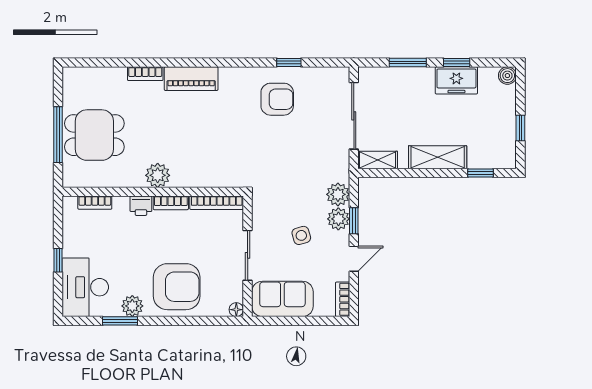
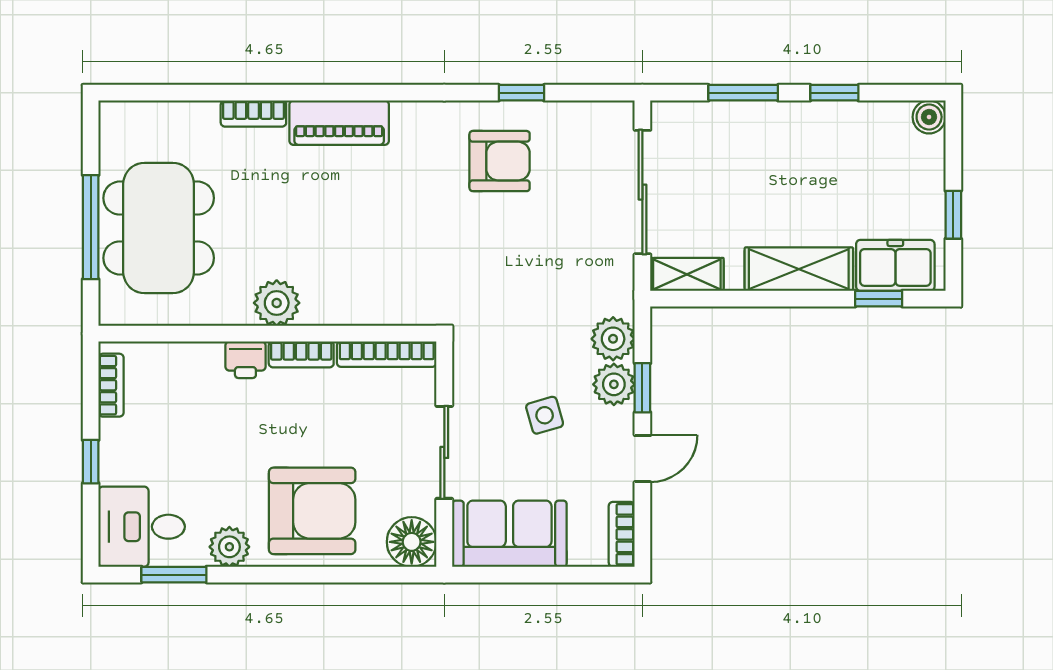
freezer: (456, 80) -> (895, 265), moved, turned 180
dining table: (94, 135) -> (159, 228), width x1.37
bookcase: (95, 203) -> (111, 385), moved, turned -90
desk: (85, 287) -> (142, 527), width x0.73
floor lamp: (236, 310) -> (412, 542), width x1.89, depth x1.89
window: (120, 321) -> (174, 575), moved

